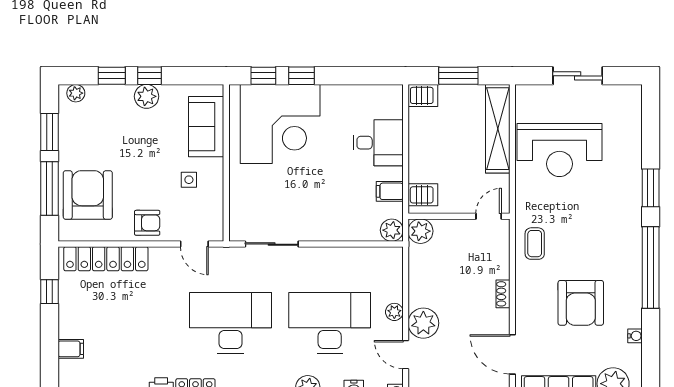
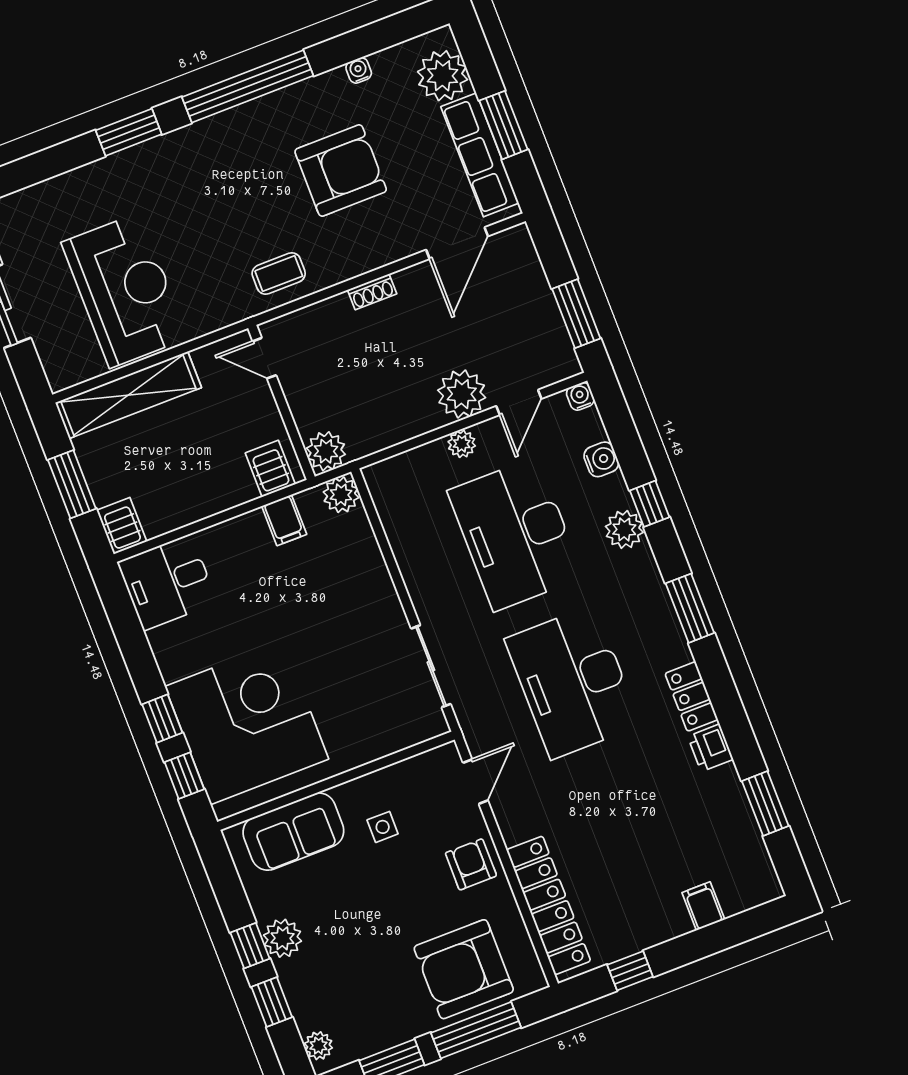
desk: (378, 143) -> (167, 582), moved, turned -90

